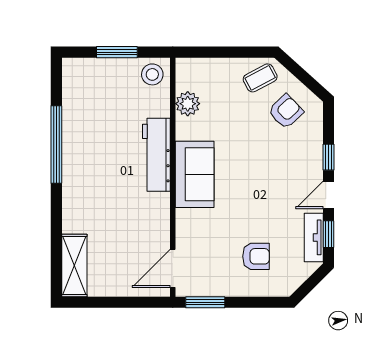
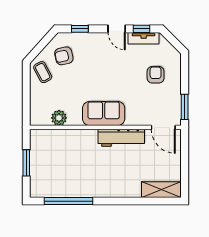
stool: (152, 74) -> (40, 140), removed
armchair: (286, 111) -> (64, 56), turned -59
window: (56, 144) -> (68, 201), moved
workbench: (156, 155) -> (121, 138), moved
window: (328, 157) -> (80, 29), moved

